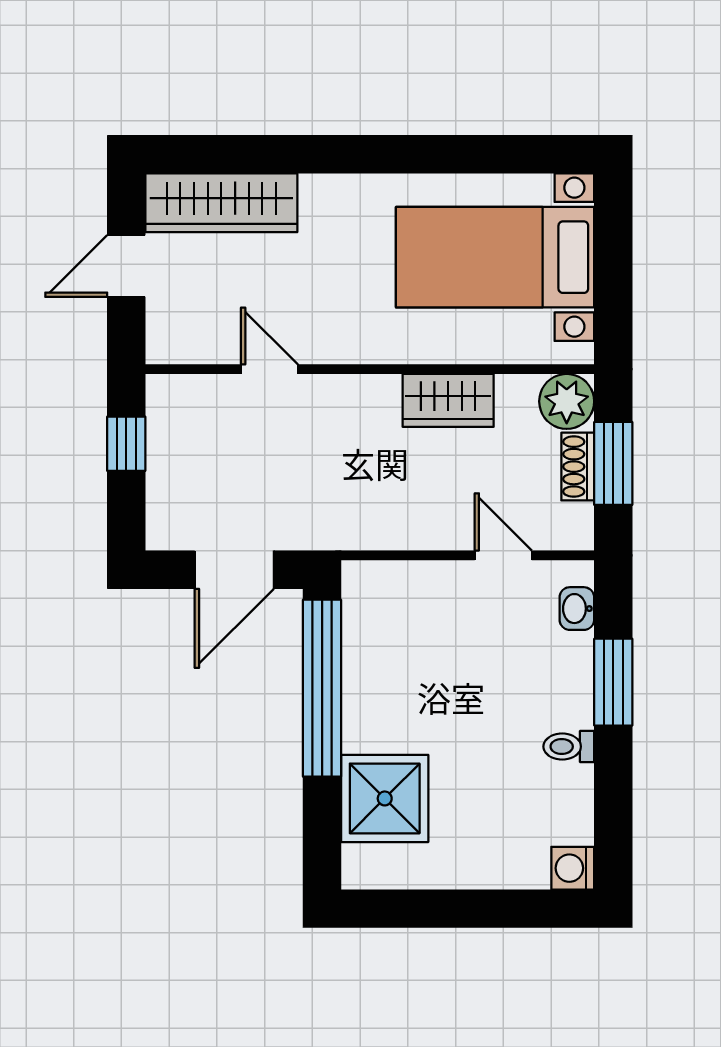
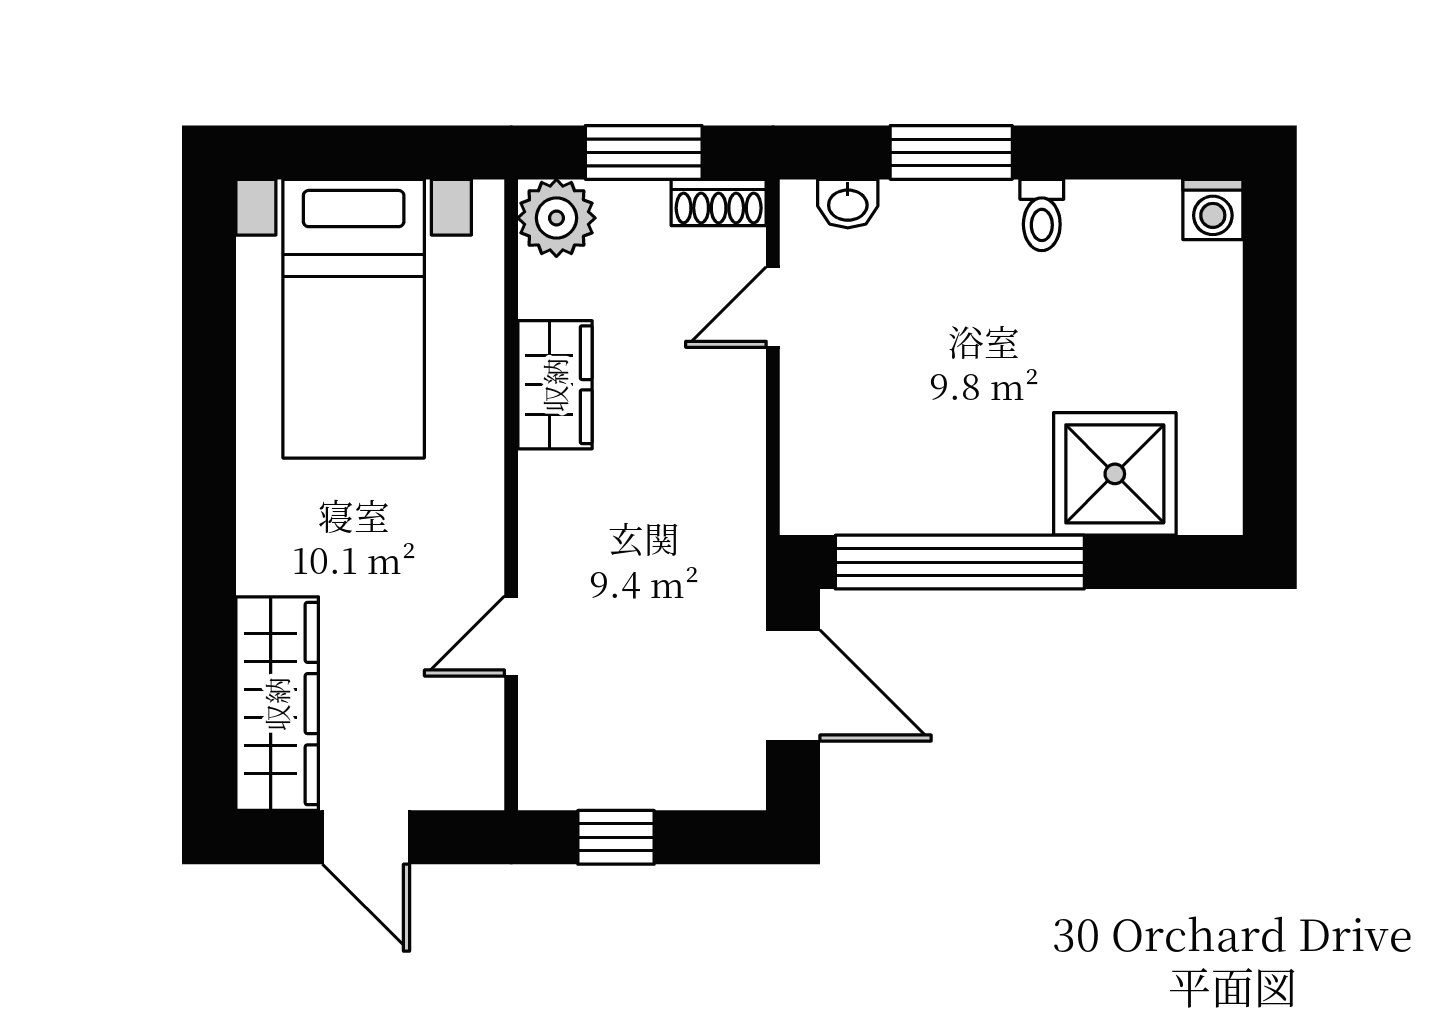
shoe rack: (578, 467) -> (719, 202), moved

